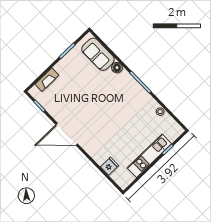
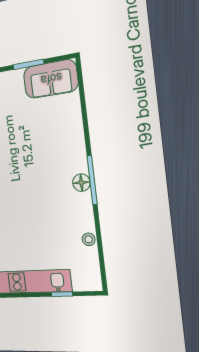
sofa: (98, 54) -> (51, 79), moved, turned -90
floor lamp: (117, 68) -> (81, 183), moved

